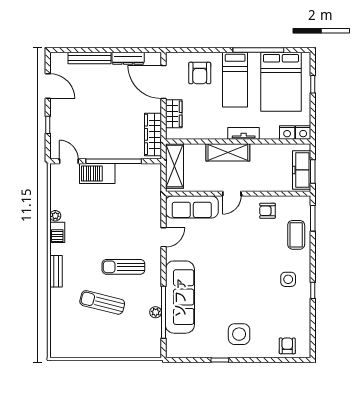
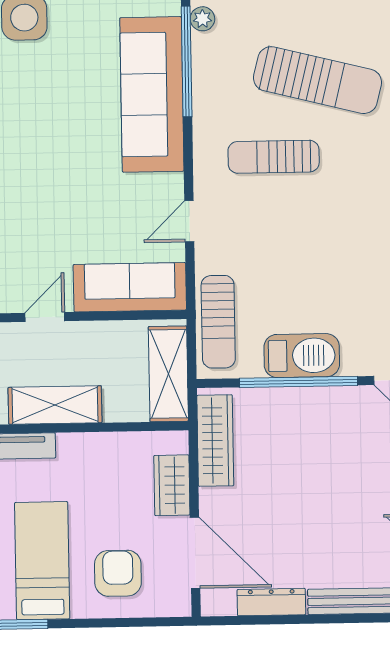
barbecue: (97, 173) -> (302, 356), moved
sun lounger: (151, 190) -> (218, 322), added
sun lounger: (123, 267) -> (274, 157), turned 180
sun lounger: (102, 302) -> (317, 80), width x1.36, depth x1.34
plant: (156, 312) -> (202, 19), moved

